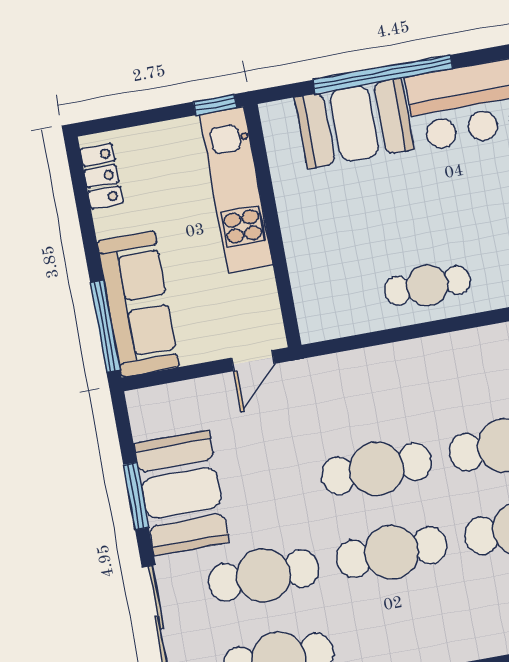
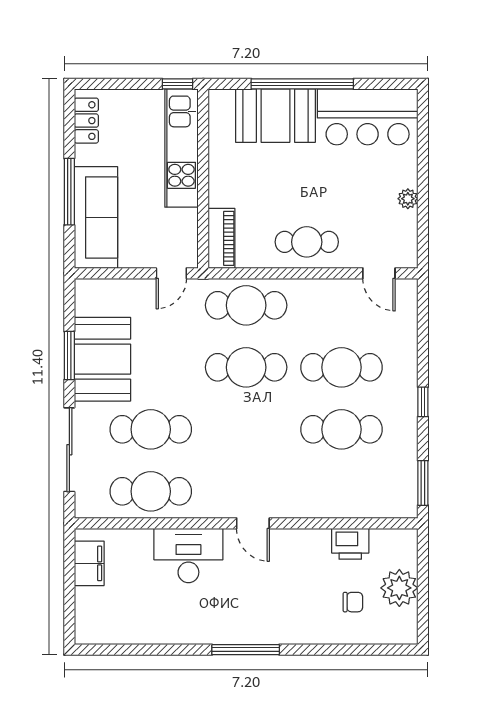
piano: (312, 301) -> (222, 238), added
window: (105, 326) -> (69, 192), moved
cafe table: (392, 552) -> (246, 305), moved

